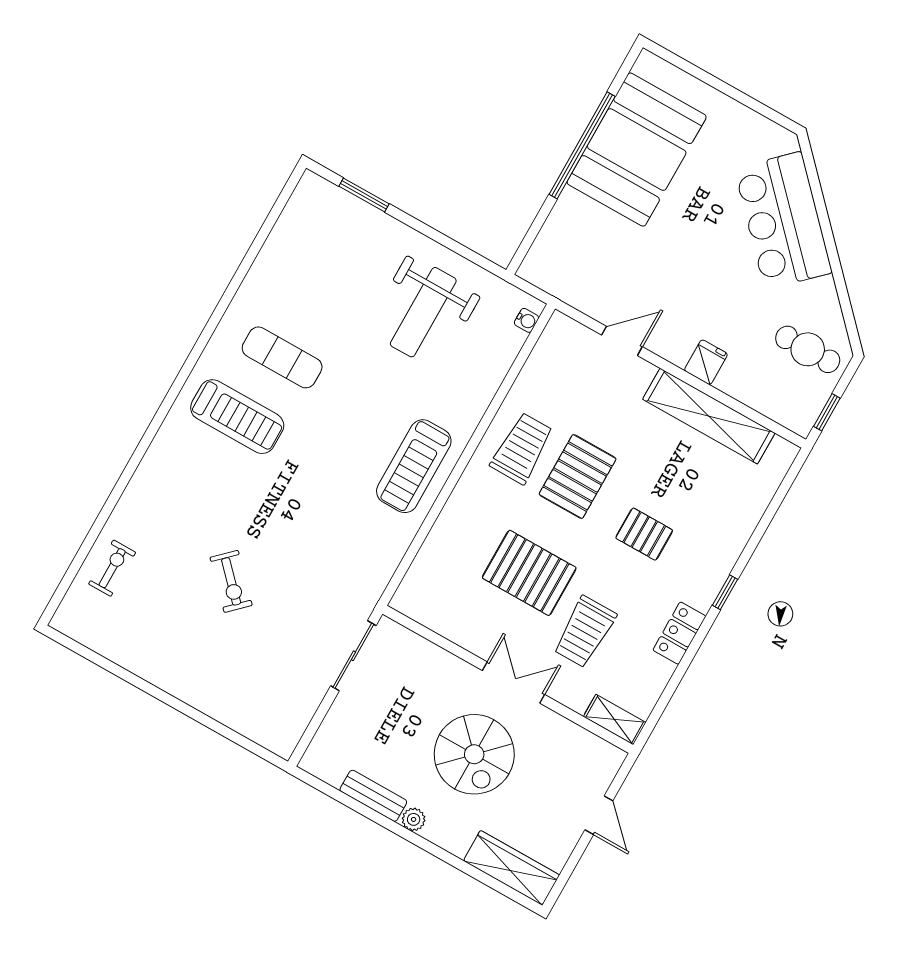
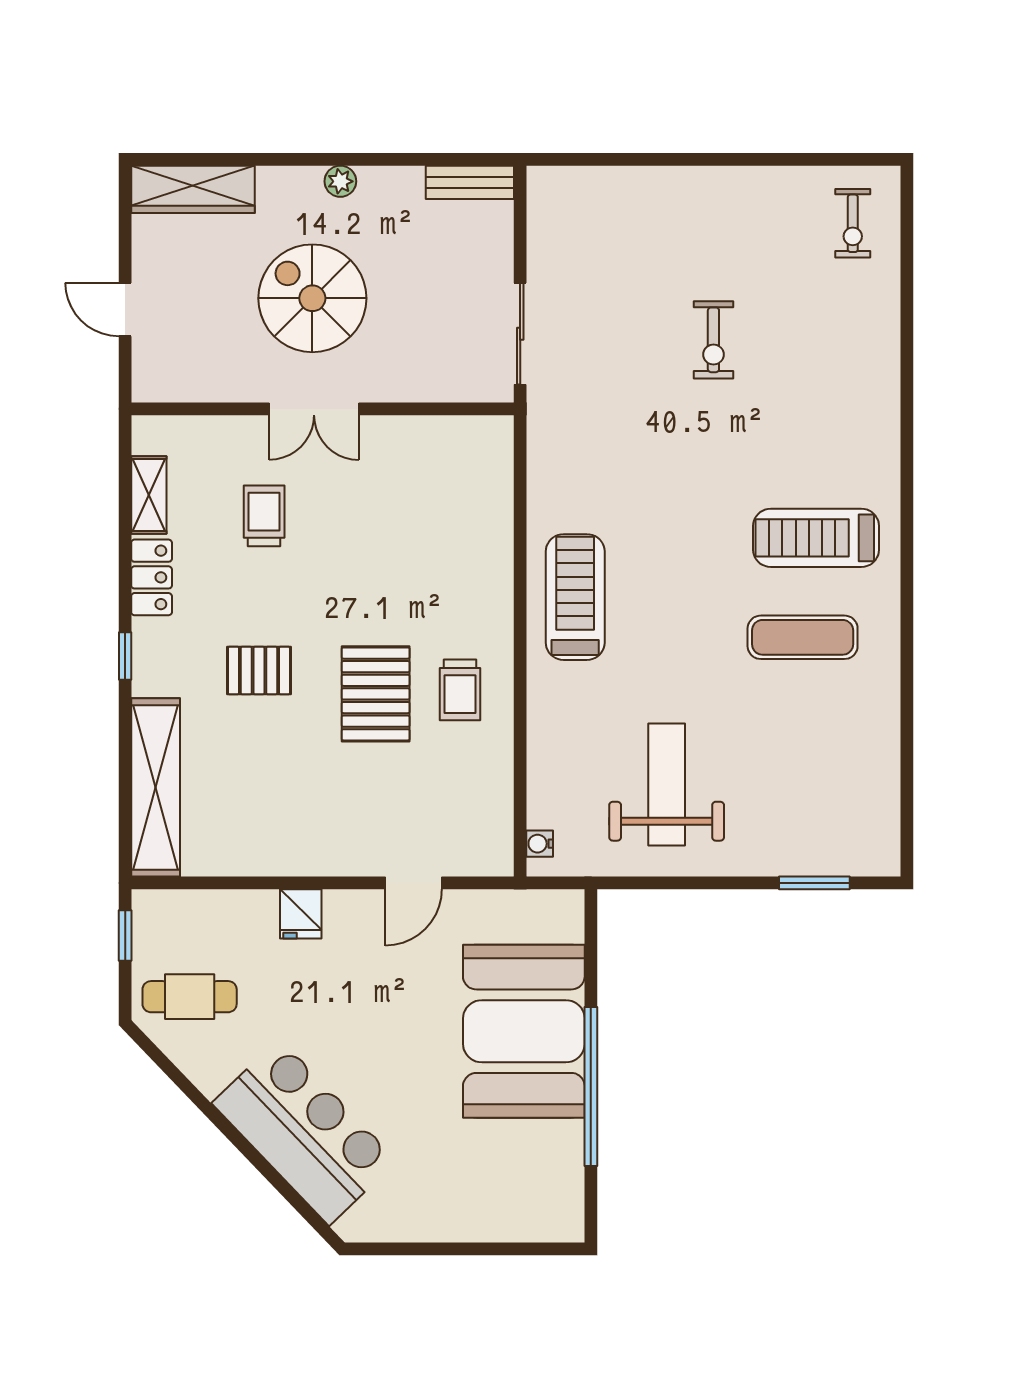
booth: (637, 150) -> (524, 1031), moved
shelving: (709, 416) -> (156, 787), moved, turned 90
trolley: (522, 448) -> (460, 690), width x0.73, depth x0.72
exercise bike: (112, 568) -> (853, 223), moved
pallet: (529, 573) -> (368, 548), removed
exercise bike: (231, 581) -> (713, 340), turned -136
trolley: (585, 632) -> (264, 516), width x0.73, depth x0.72
shelving: (615, 720) -> (149, 495), moved, turned 90
bench: (373, 796) -> (470, 182), moved

